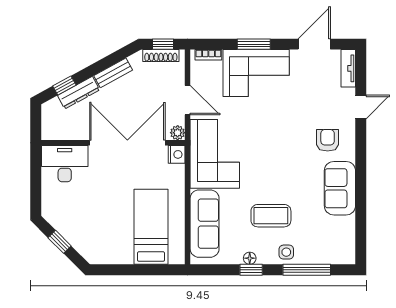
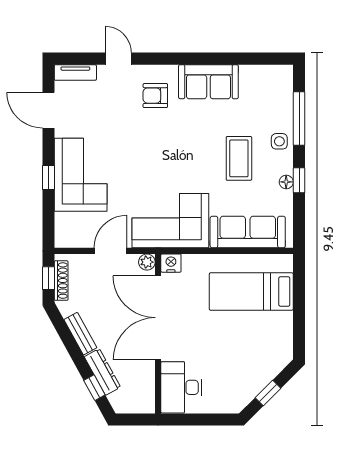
window: (254, 44) -> (49, 177), width x0.67
bookcase: (208, 55) -> (60, 228), removed

